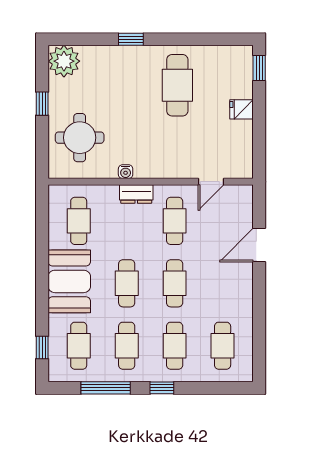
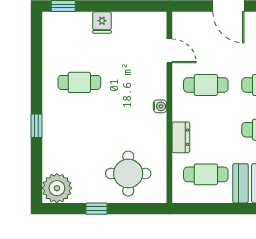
cafe table: (177, 85) -> (79, 82), width x0.73, depth x0.74
water cooler: (126, 172) -> (160, 106), moved
dresser: (136, 194) -> (181, 137), moved

